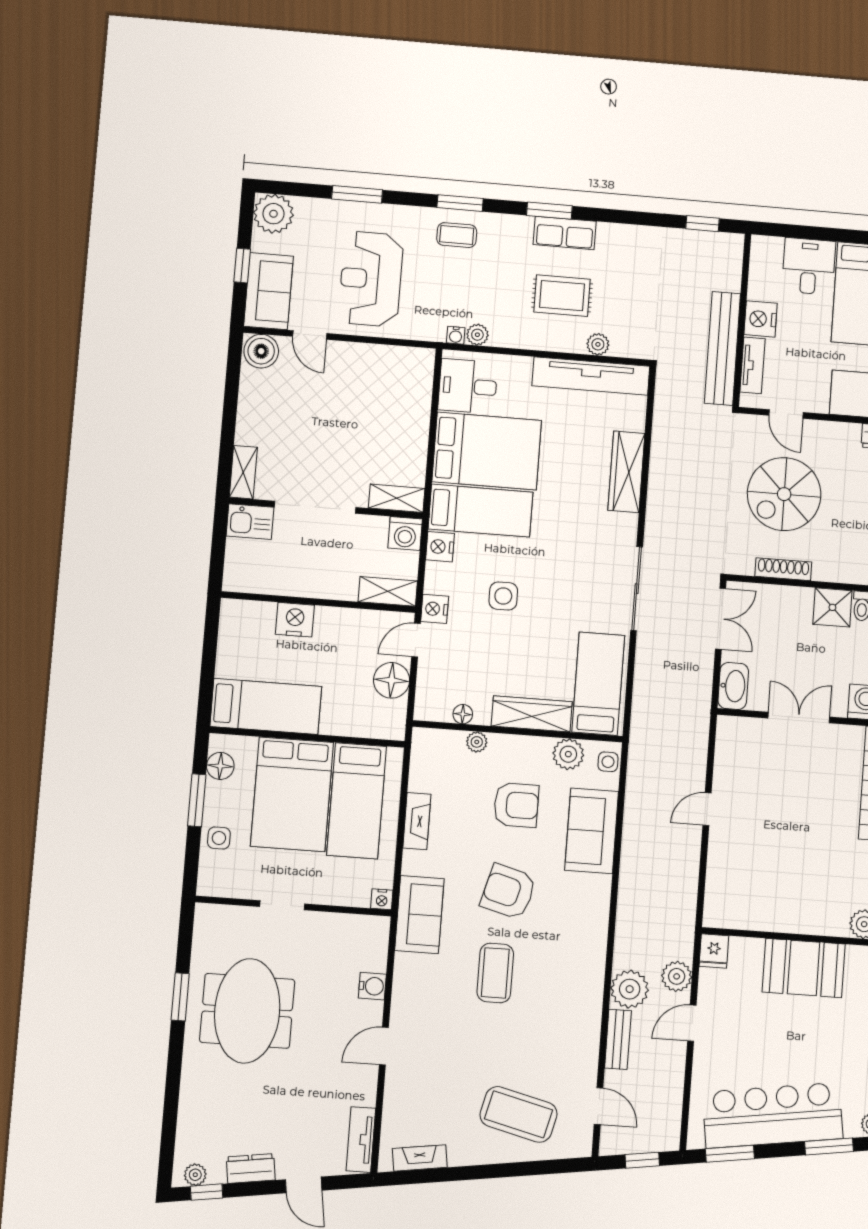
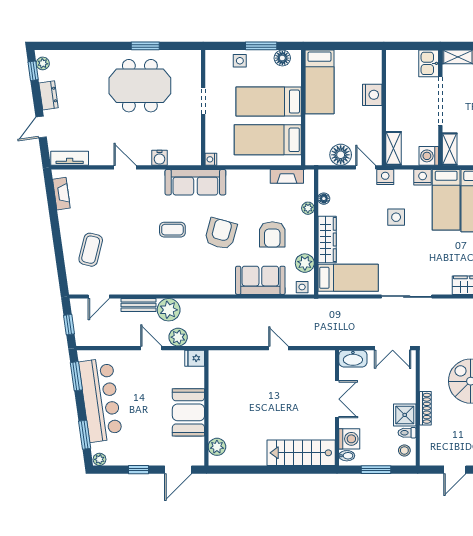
shoe rack: (783, 569) -> (425, 408), moved
bed: (292, 794) -> (269, 102), width x0.67
fireplace: (417, 821) -> (287, 176), moved
sofa: (419, 915) -> (195, 182), width x1.36
coffee table: (495, 973) -> (172, 230), width x0.73, depth x0.77
coffee table: (519, 1114) -> (91, 250), width x0.73, depth x0.76

